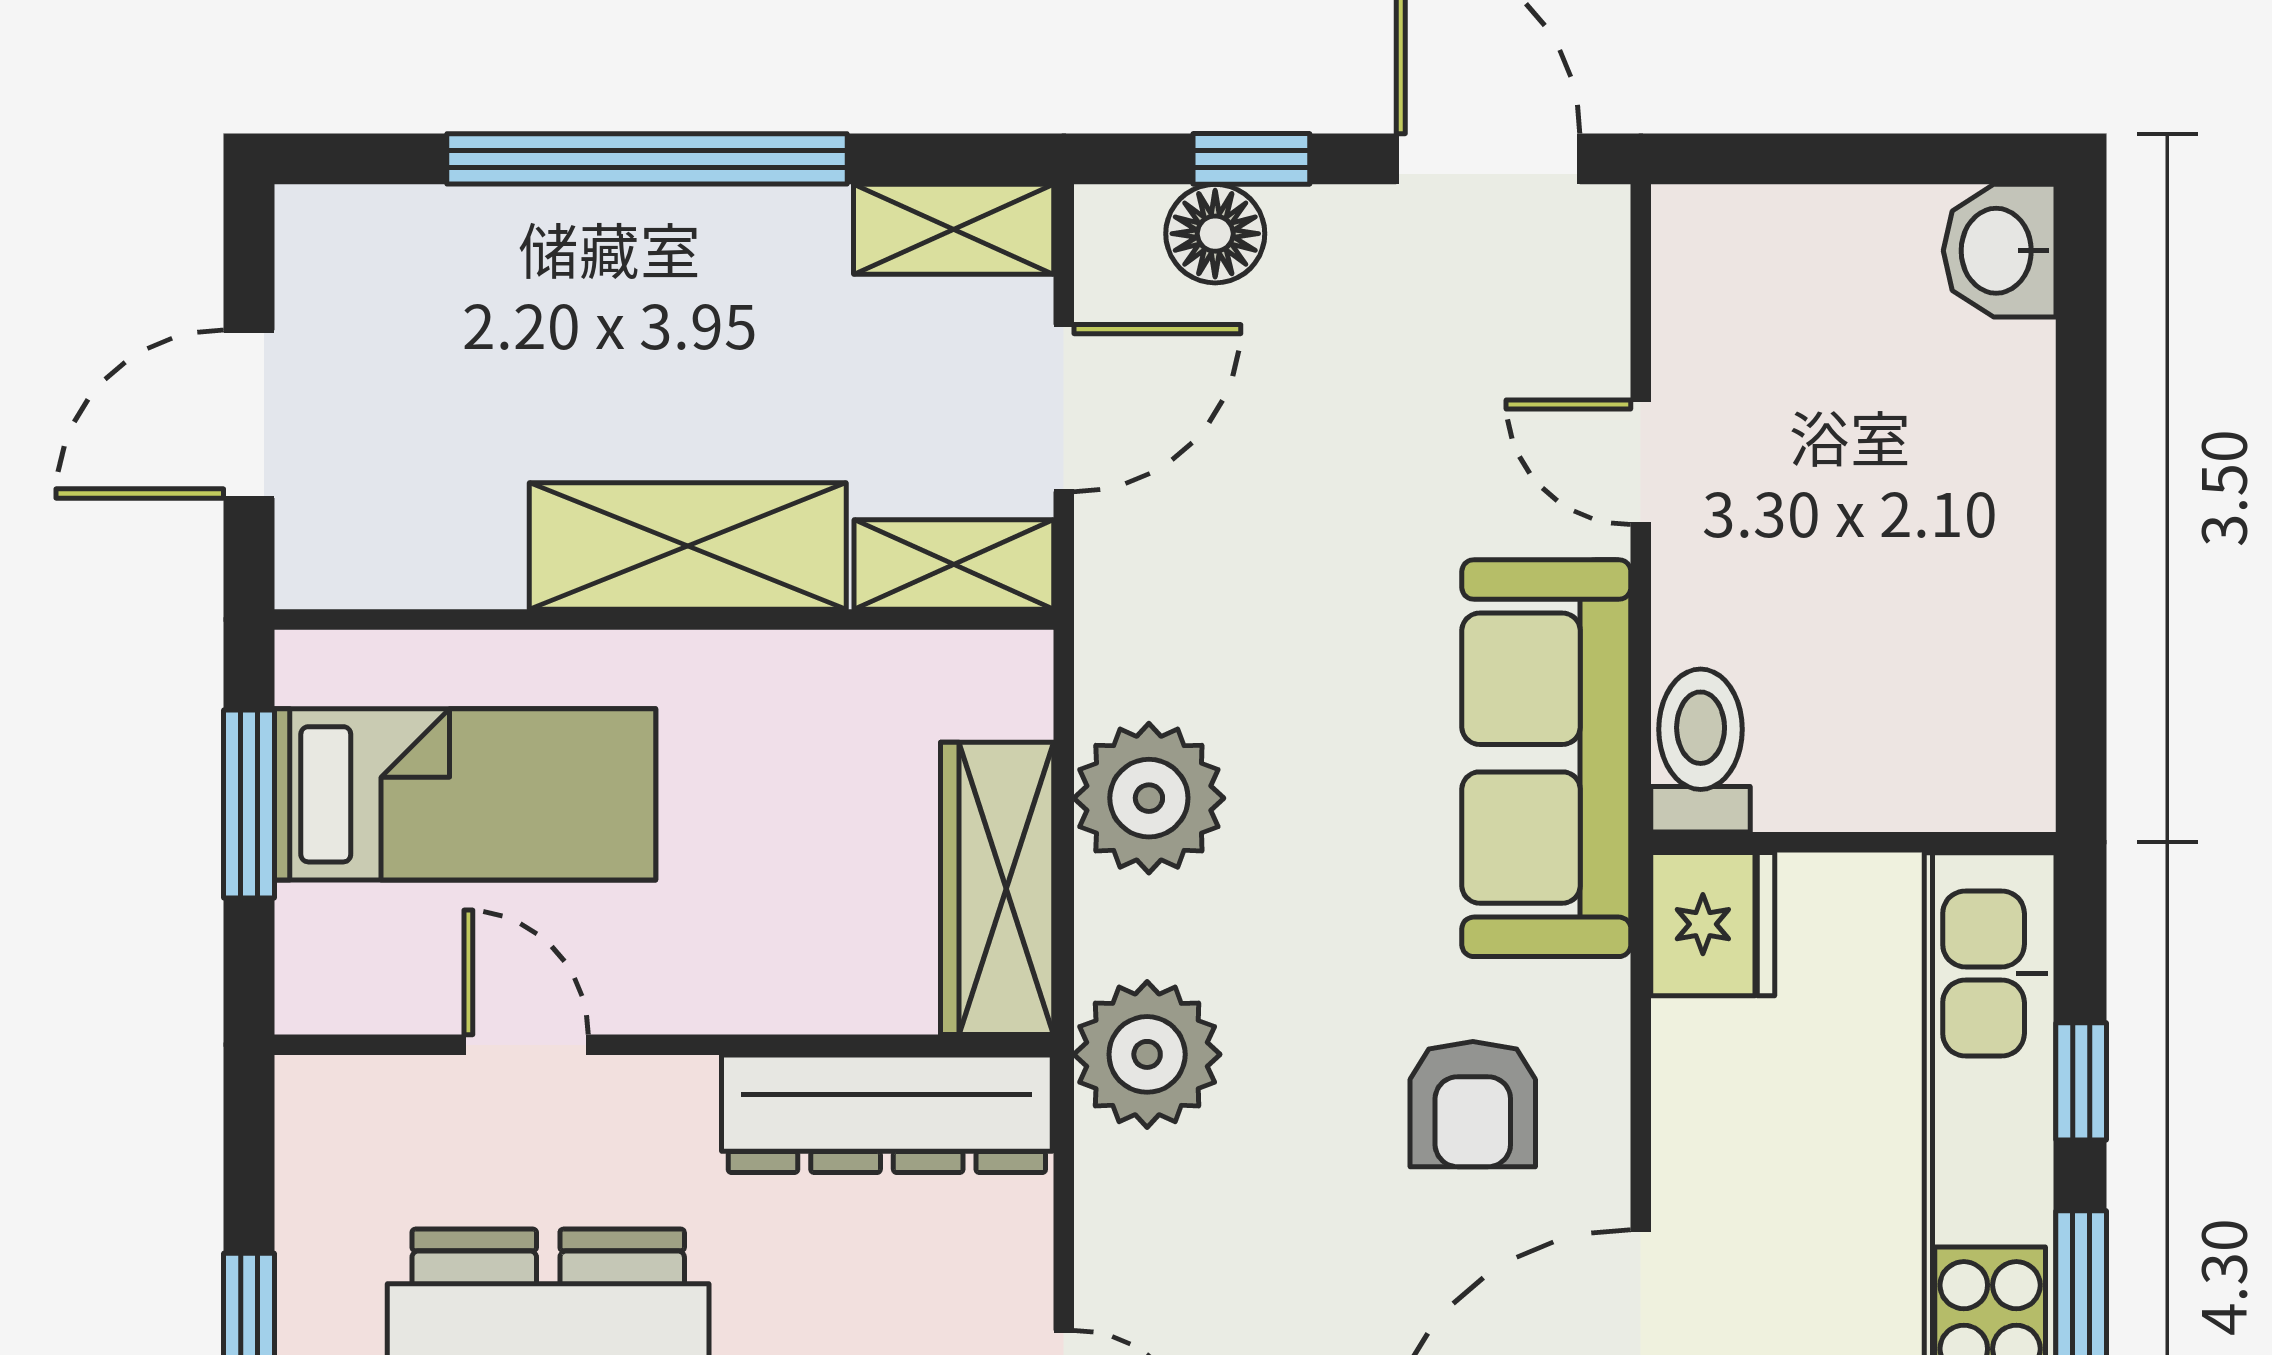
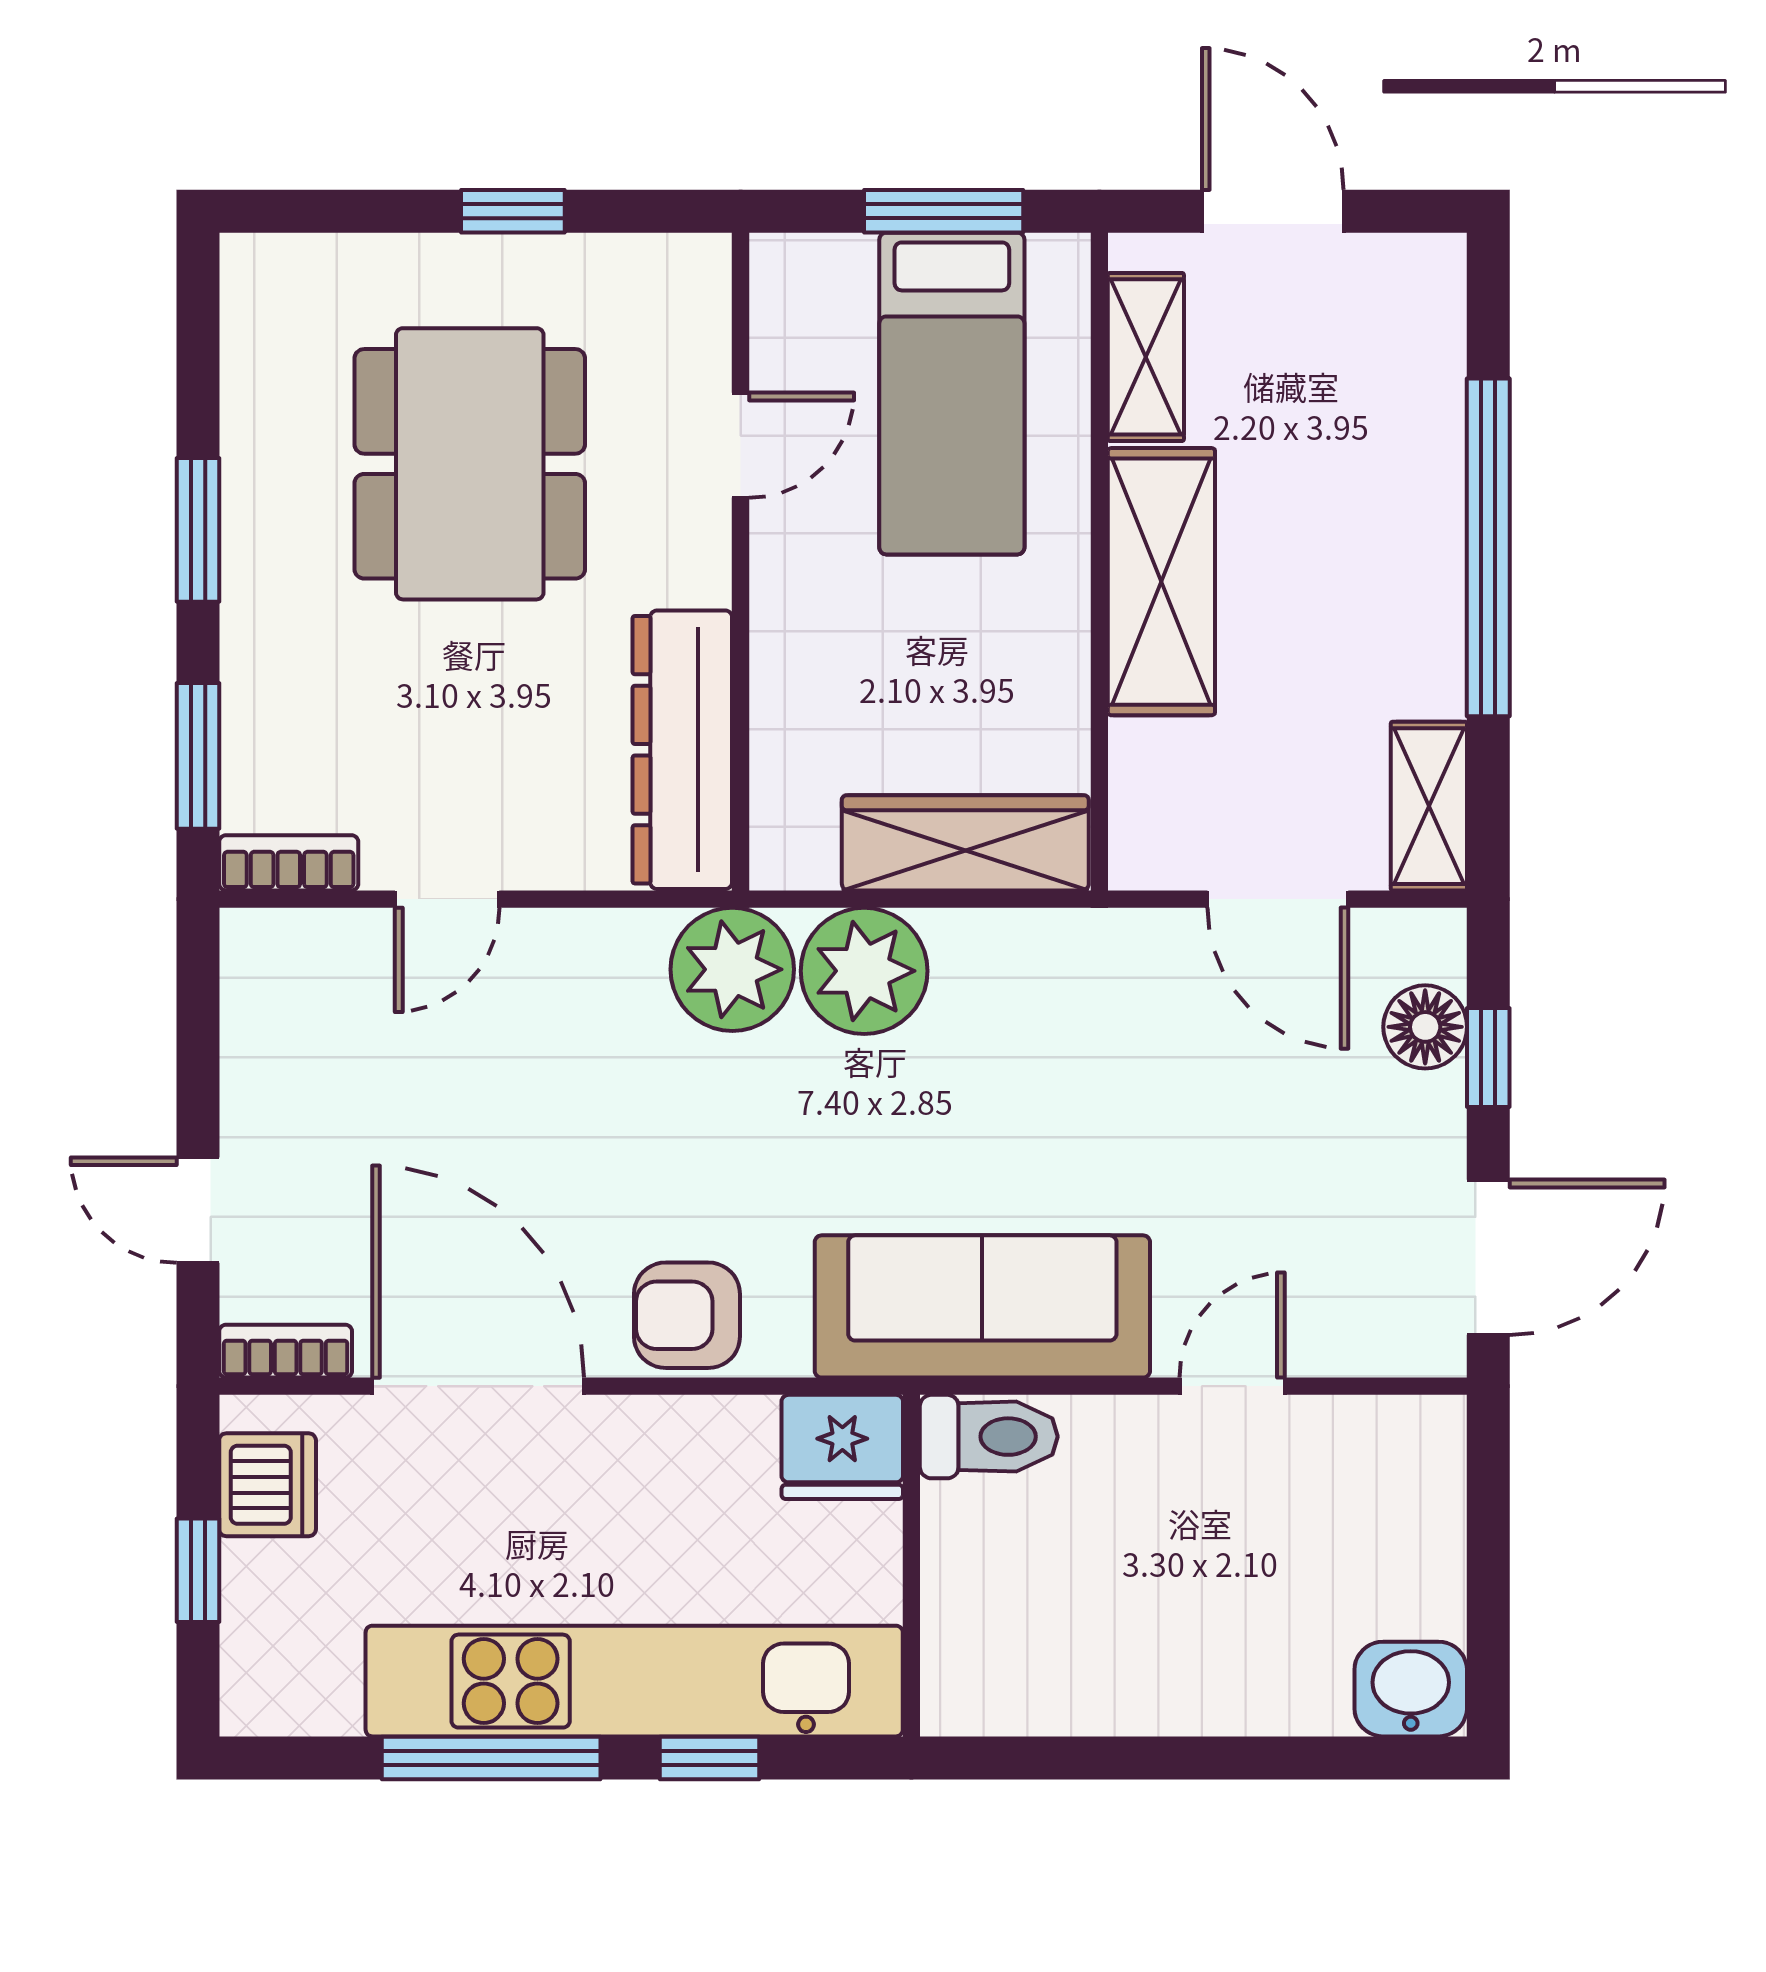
shelving: (954, 564) -> (1146, 357), moved
plant: (1149, 798) -> (864, 971), moved
wardrobe: (997, 888) -> (965, 843), moved
armchair: (1473, 1104) -> (687, 1315), moved

